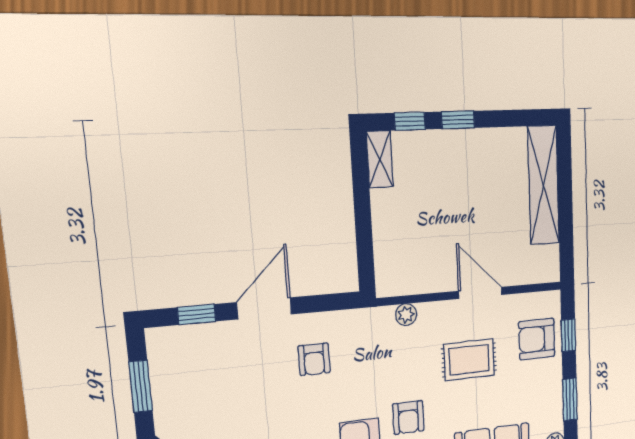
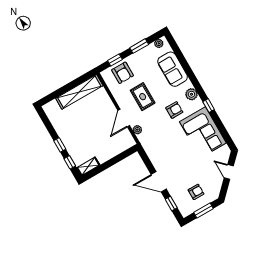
shelving: (543, 185) -> (79, 92), moved
door: (480, 293) -> (124, 118), moved
armchair: (314, 359) -> (196, 192), moved

